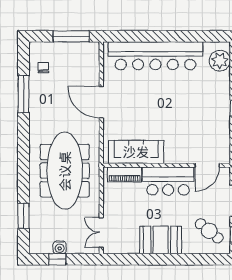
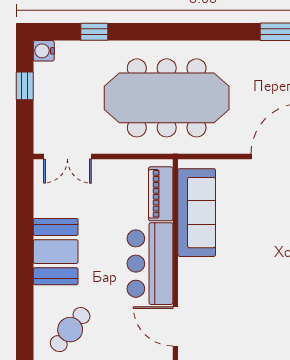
window: (24, 216) -> (94, 32), width x0.67
double door: (101, 233) -> (67, 157), swing flipped
water cooler: (60, 247) -> (44, 51), moved

